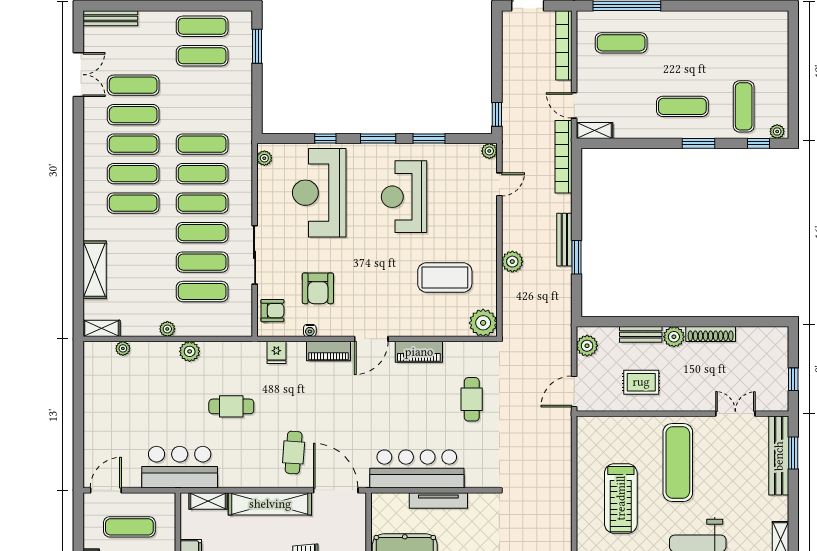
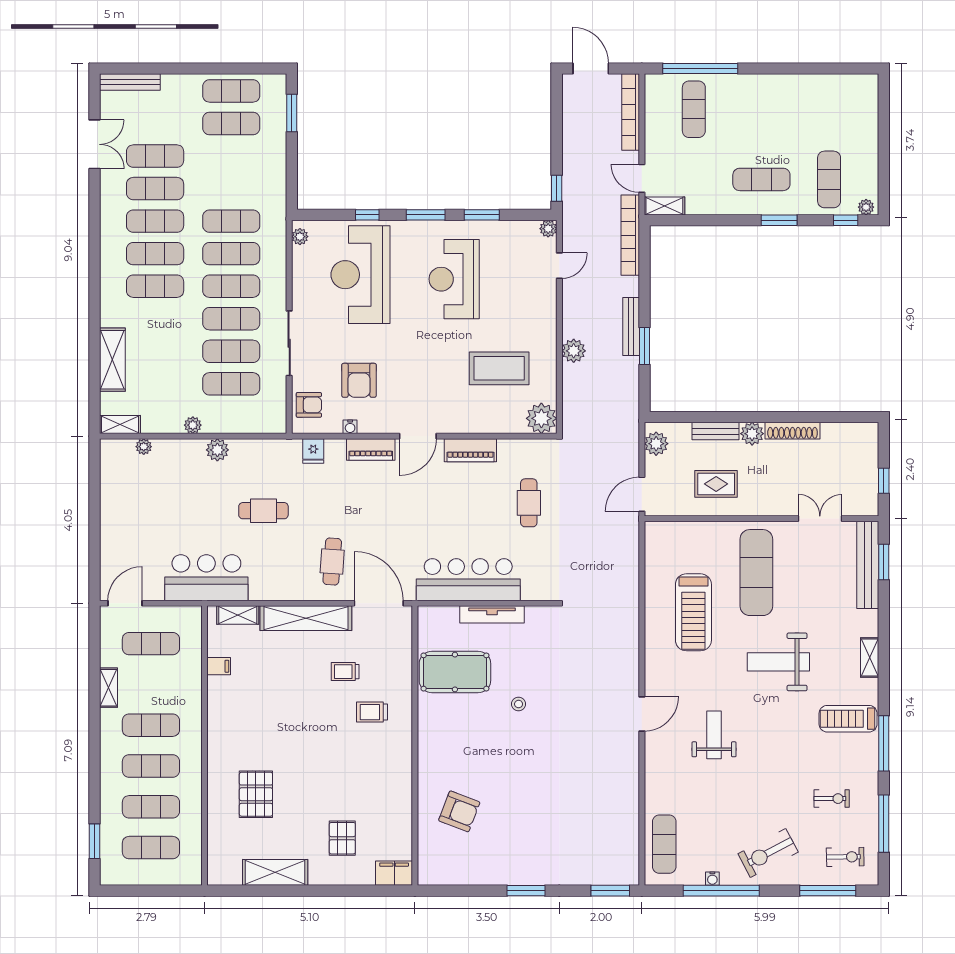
exercise mat: (621, 43) -> (694, 109), turned 90

